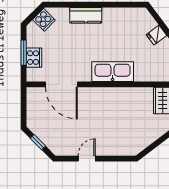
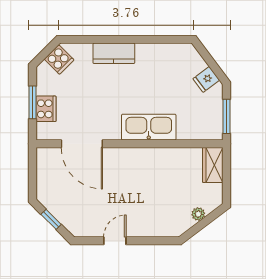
plant: (150, 138) -> (198, 214), added

